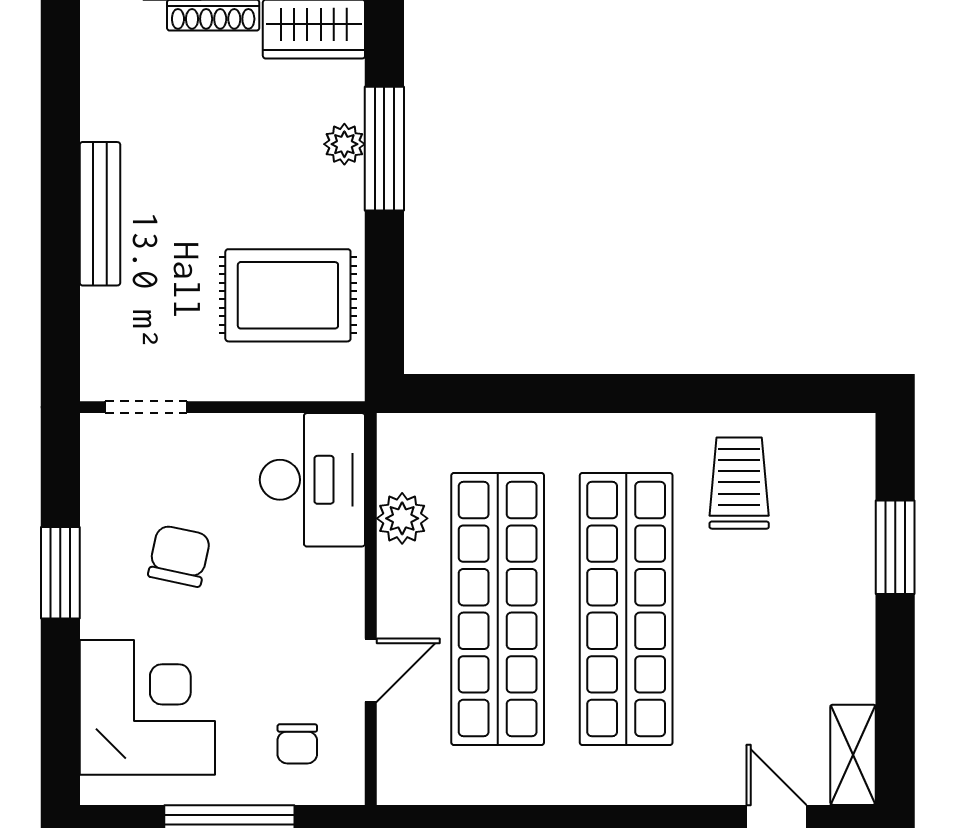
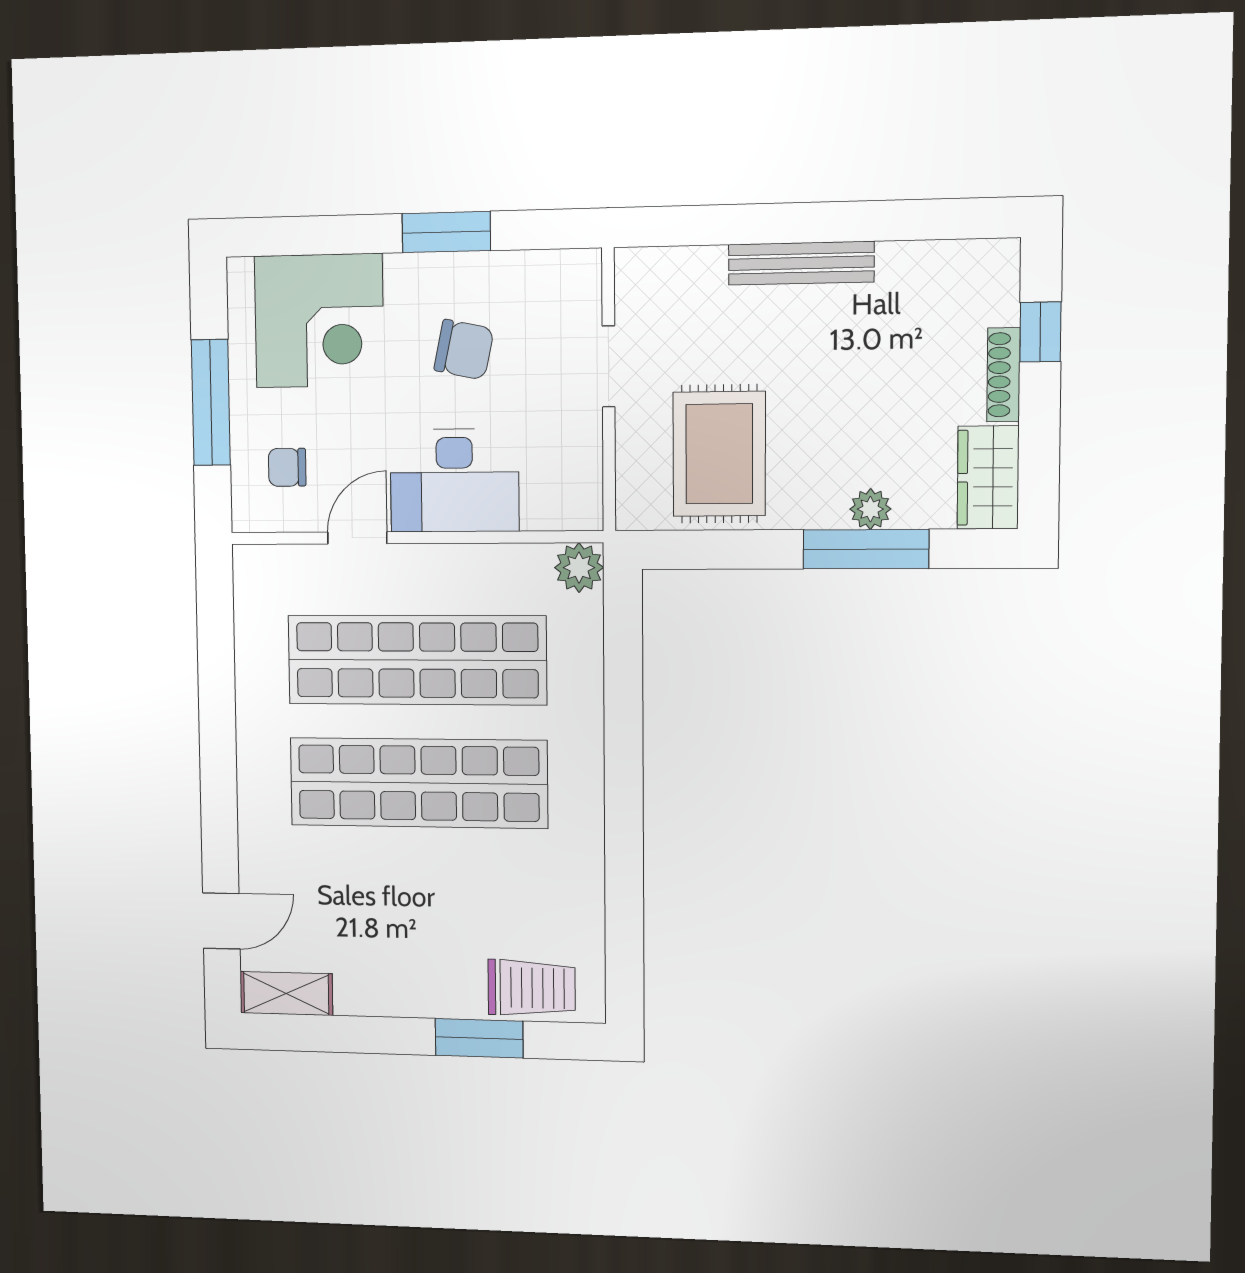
doorway: (146, 407) -> (609, 366), moved
desk: (312, 480) -> (454, 481), moved
trolley: (739, 483) -> (532, 988), moved
plant: (402, 518) -> (579, 568), moved
door: (371, 670) -> (357, 538), swing flipped

